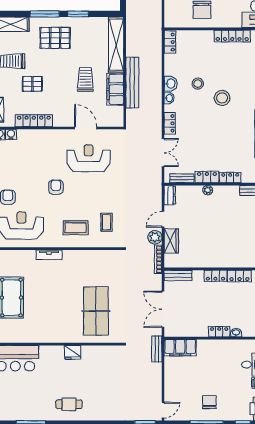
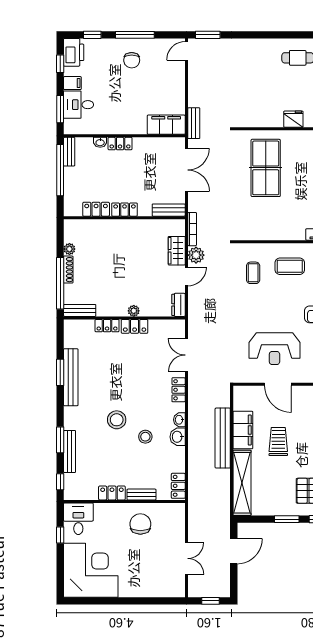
locker: (232, 36) -> (112, 493), width x0.66
trolley: (85, 80) -> (278, 442), turned 180
bench: (182, 178) -> (141, 495), moved

